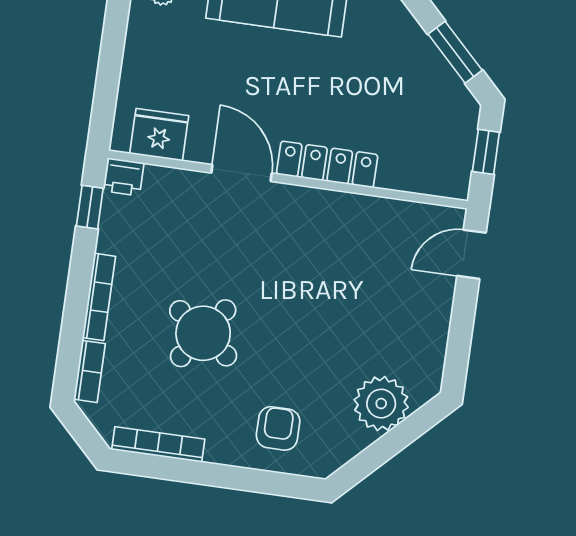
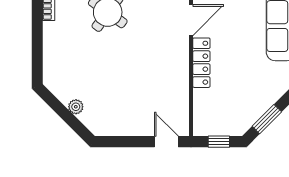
plant: (381, 404) -> (76, 107), width x0.53, depth x0.53
armchair: (278, 428) -> (65, 57), removed

